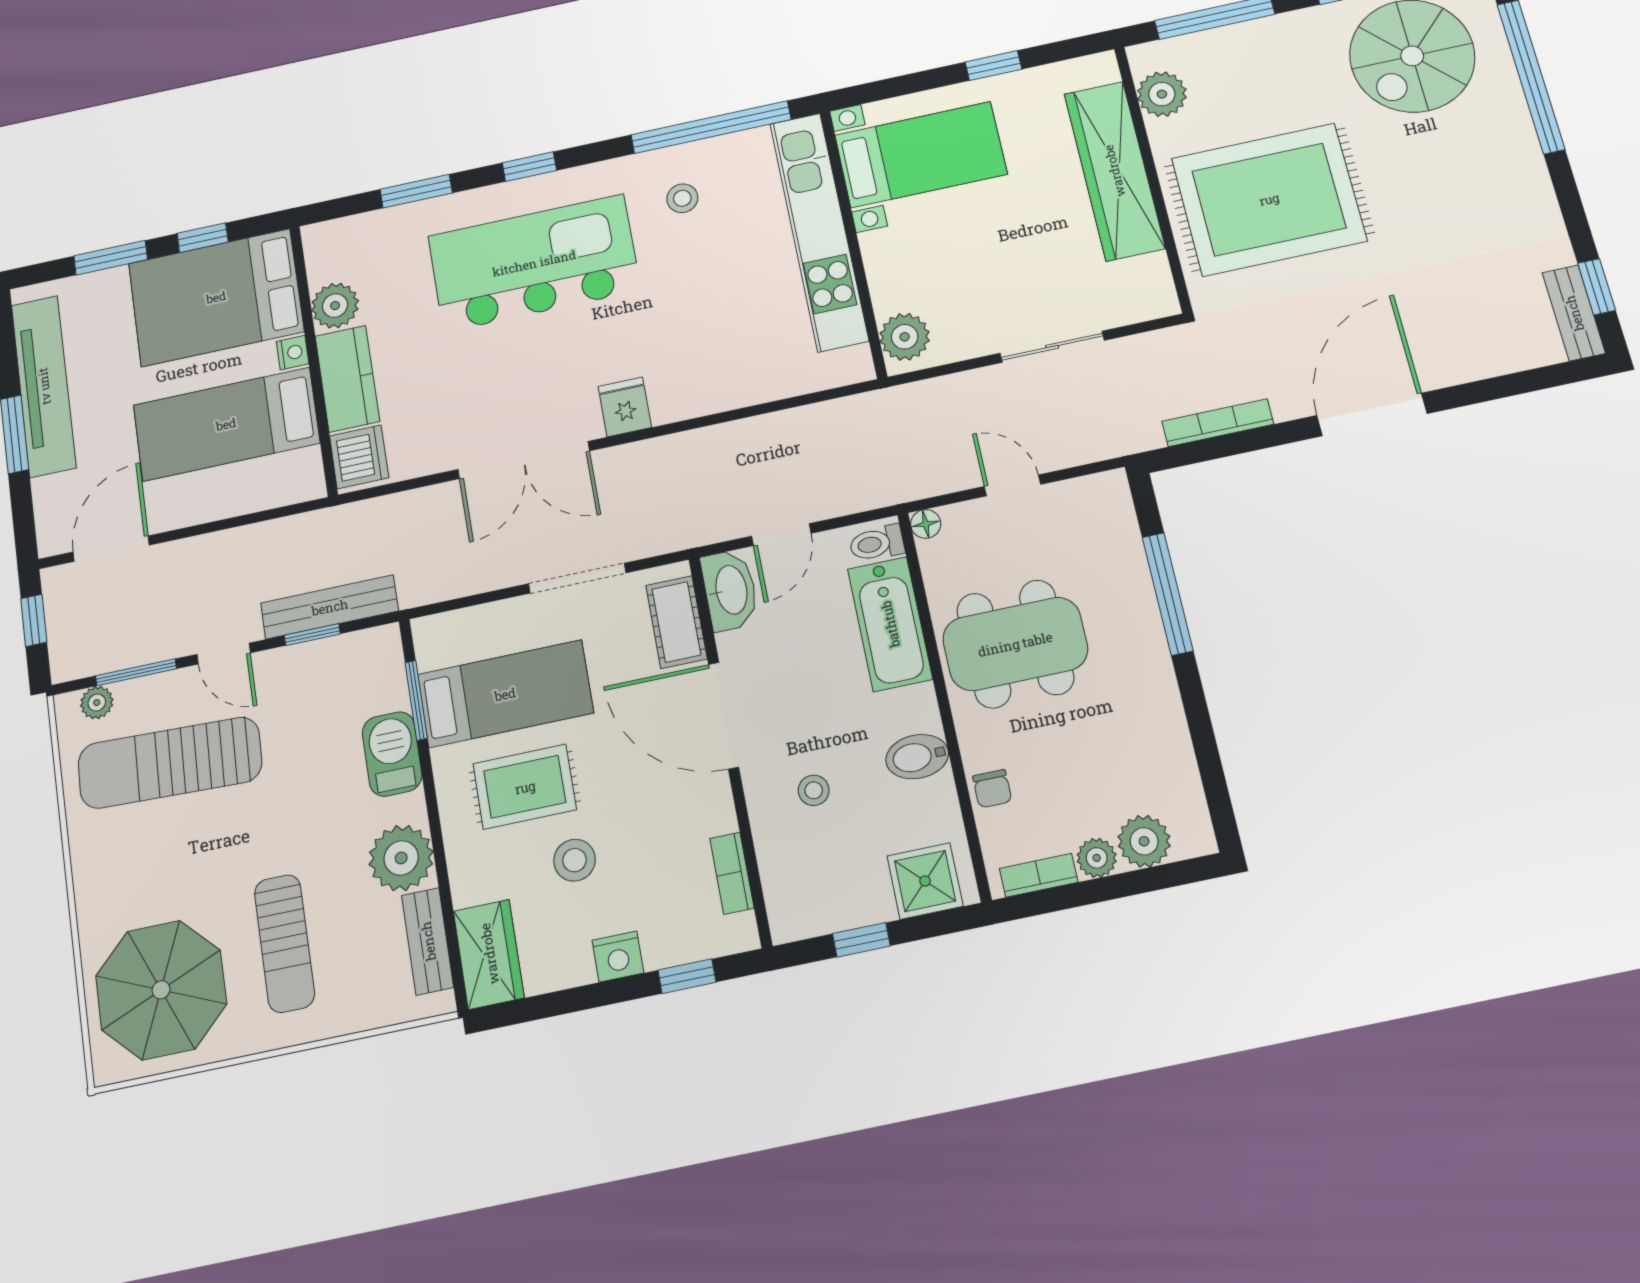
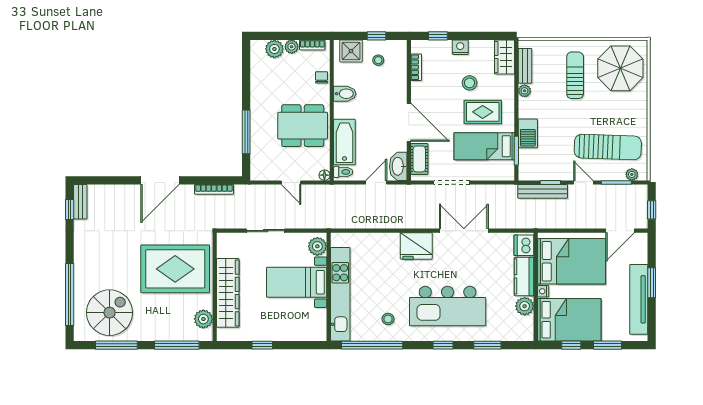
bed with nightstands: (921, 155) -> (297, 282), moved
fridge: (625, 407) -> (416, 246), width x1.88, depth x1.34
bed: (226, 424) -> (571, 261), width x1.50
stool: (814, 790) -> (378, 60), moved
plant: (401, 858) -> (525, 91), width x0.53, depth x0.53

